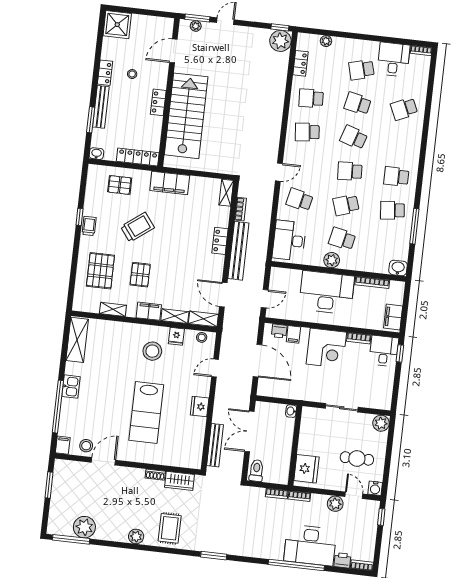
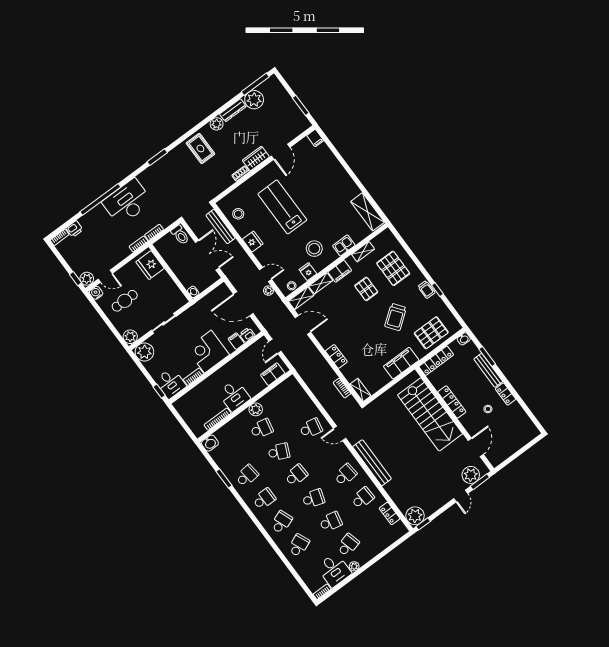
shower: (117, 25) -> (526, 431), removed
plant: (196, 26) -> (471, 475), width x1.87, depth x1.87
plant: (326, 41) -> (354, 566), moved
locker: (158, 102) -> (452, 402), width x1.53
school desk: (400, 143) -> (281, 522), added
door: (279, 172) -> (340, 433), hinge flipped
pallet: (120, 185) -> (431, 333), width x1.50, depth x1.42
school desk: (346, 205) -> (279, 452), turned 42
window: (414, 226) -> (224, 478), width x0.69
desk: (289, 240) -> (293, 397), removed
bench: (238, 251) -> (372, 463), moved
desk: (327, 292) -> (234, 396), width x0.53, depth x0.77
filing cabinet: (393, 317) -> (273, 374), moved, turned -90
plant: (225, 352) -> (268, 291), added
door: (215, 368) -> (265, 274), hinge flipped
kitchen sink: (71, 387) -> (344, 245), moved, turned 90
plant: (381, 399) -> (144, 352), added
window: (58, 407) -> (341, 159), removed
stool: (86, 446) -> (238, 214), moved
wardrobe: (180, 481) -> (256, 159), moved
plant: (335, 504) -> (87, 279), moved
dresser: (111, 535) -> (233, 110), added
desk: (310, 545) -> (127, 202), moved

